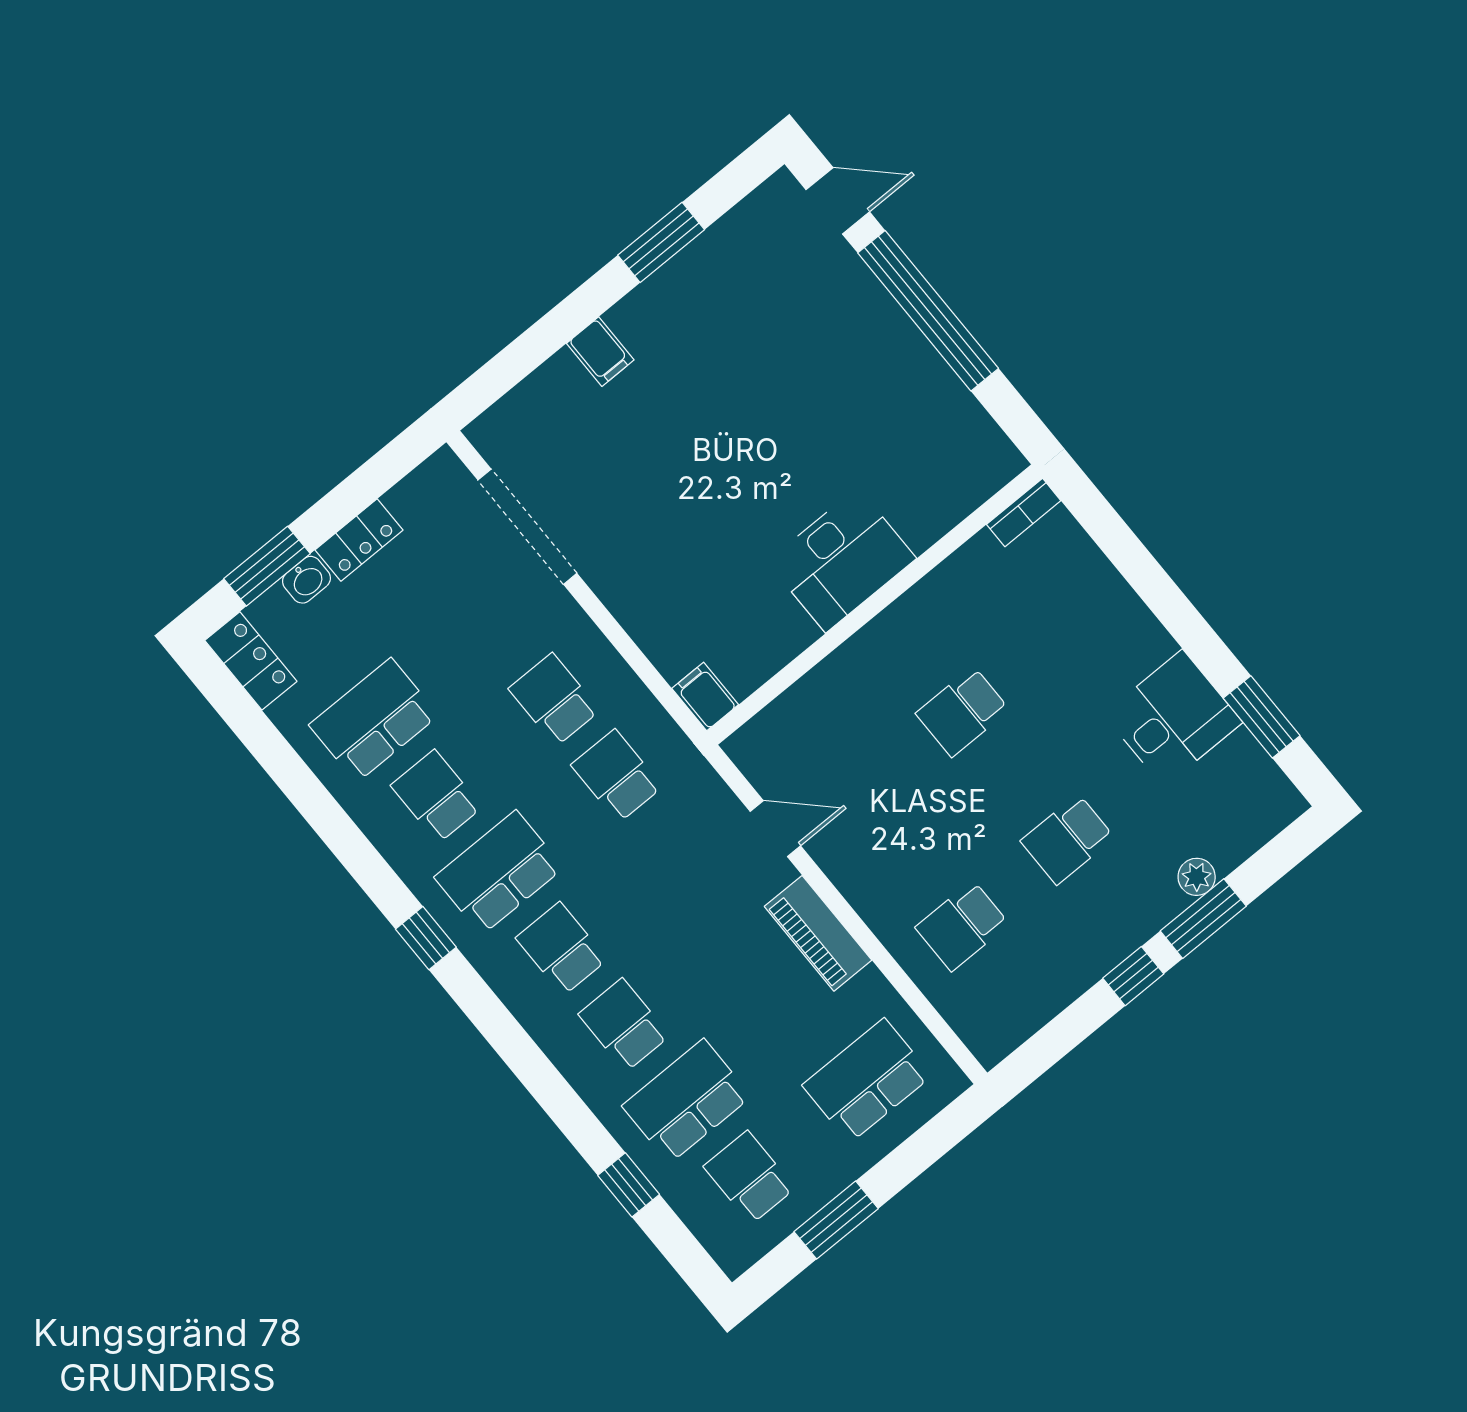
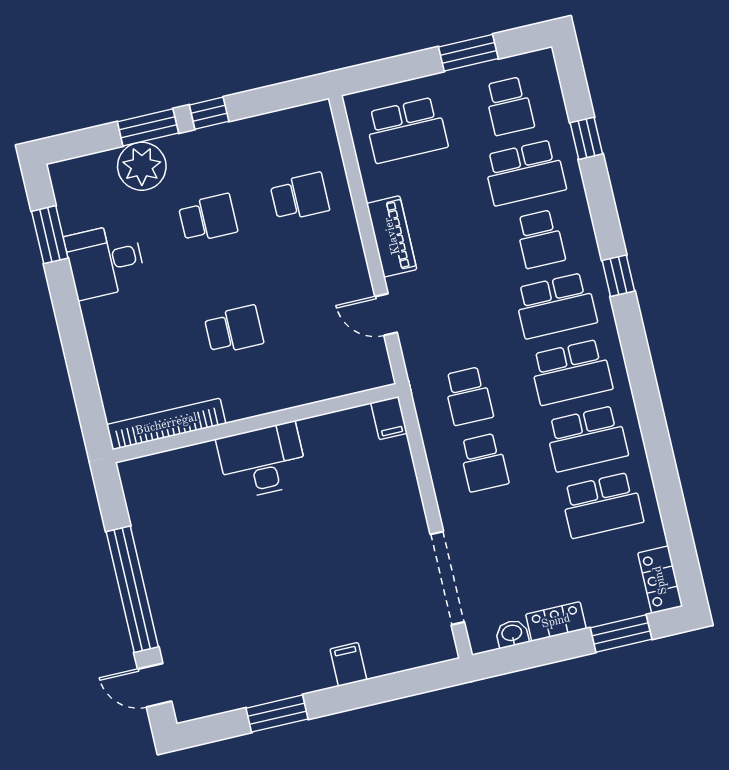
bookcase: (1024, 513) -> (166, 424), width x2.31, depth x1.31
washbasin: (306, 580) -> (512, 634), moved
school desk: (436, 796) -> (587, 439), width x1.85
plant: (1197, 877) -> (142, 166), width x1.88, depth x1.88
window: (426, 938) -> (618, 276), moved
school desk: (561, 949) -> (556, 306), width x1.85

